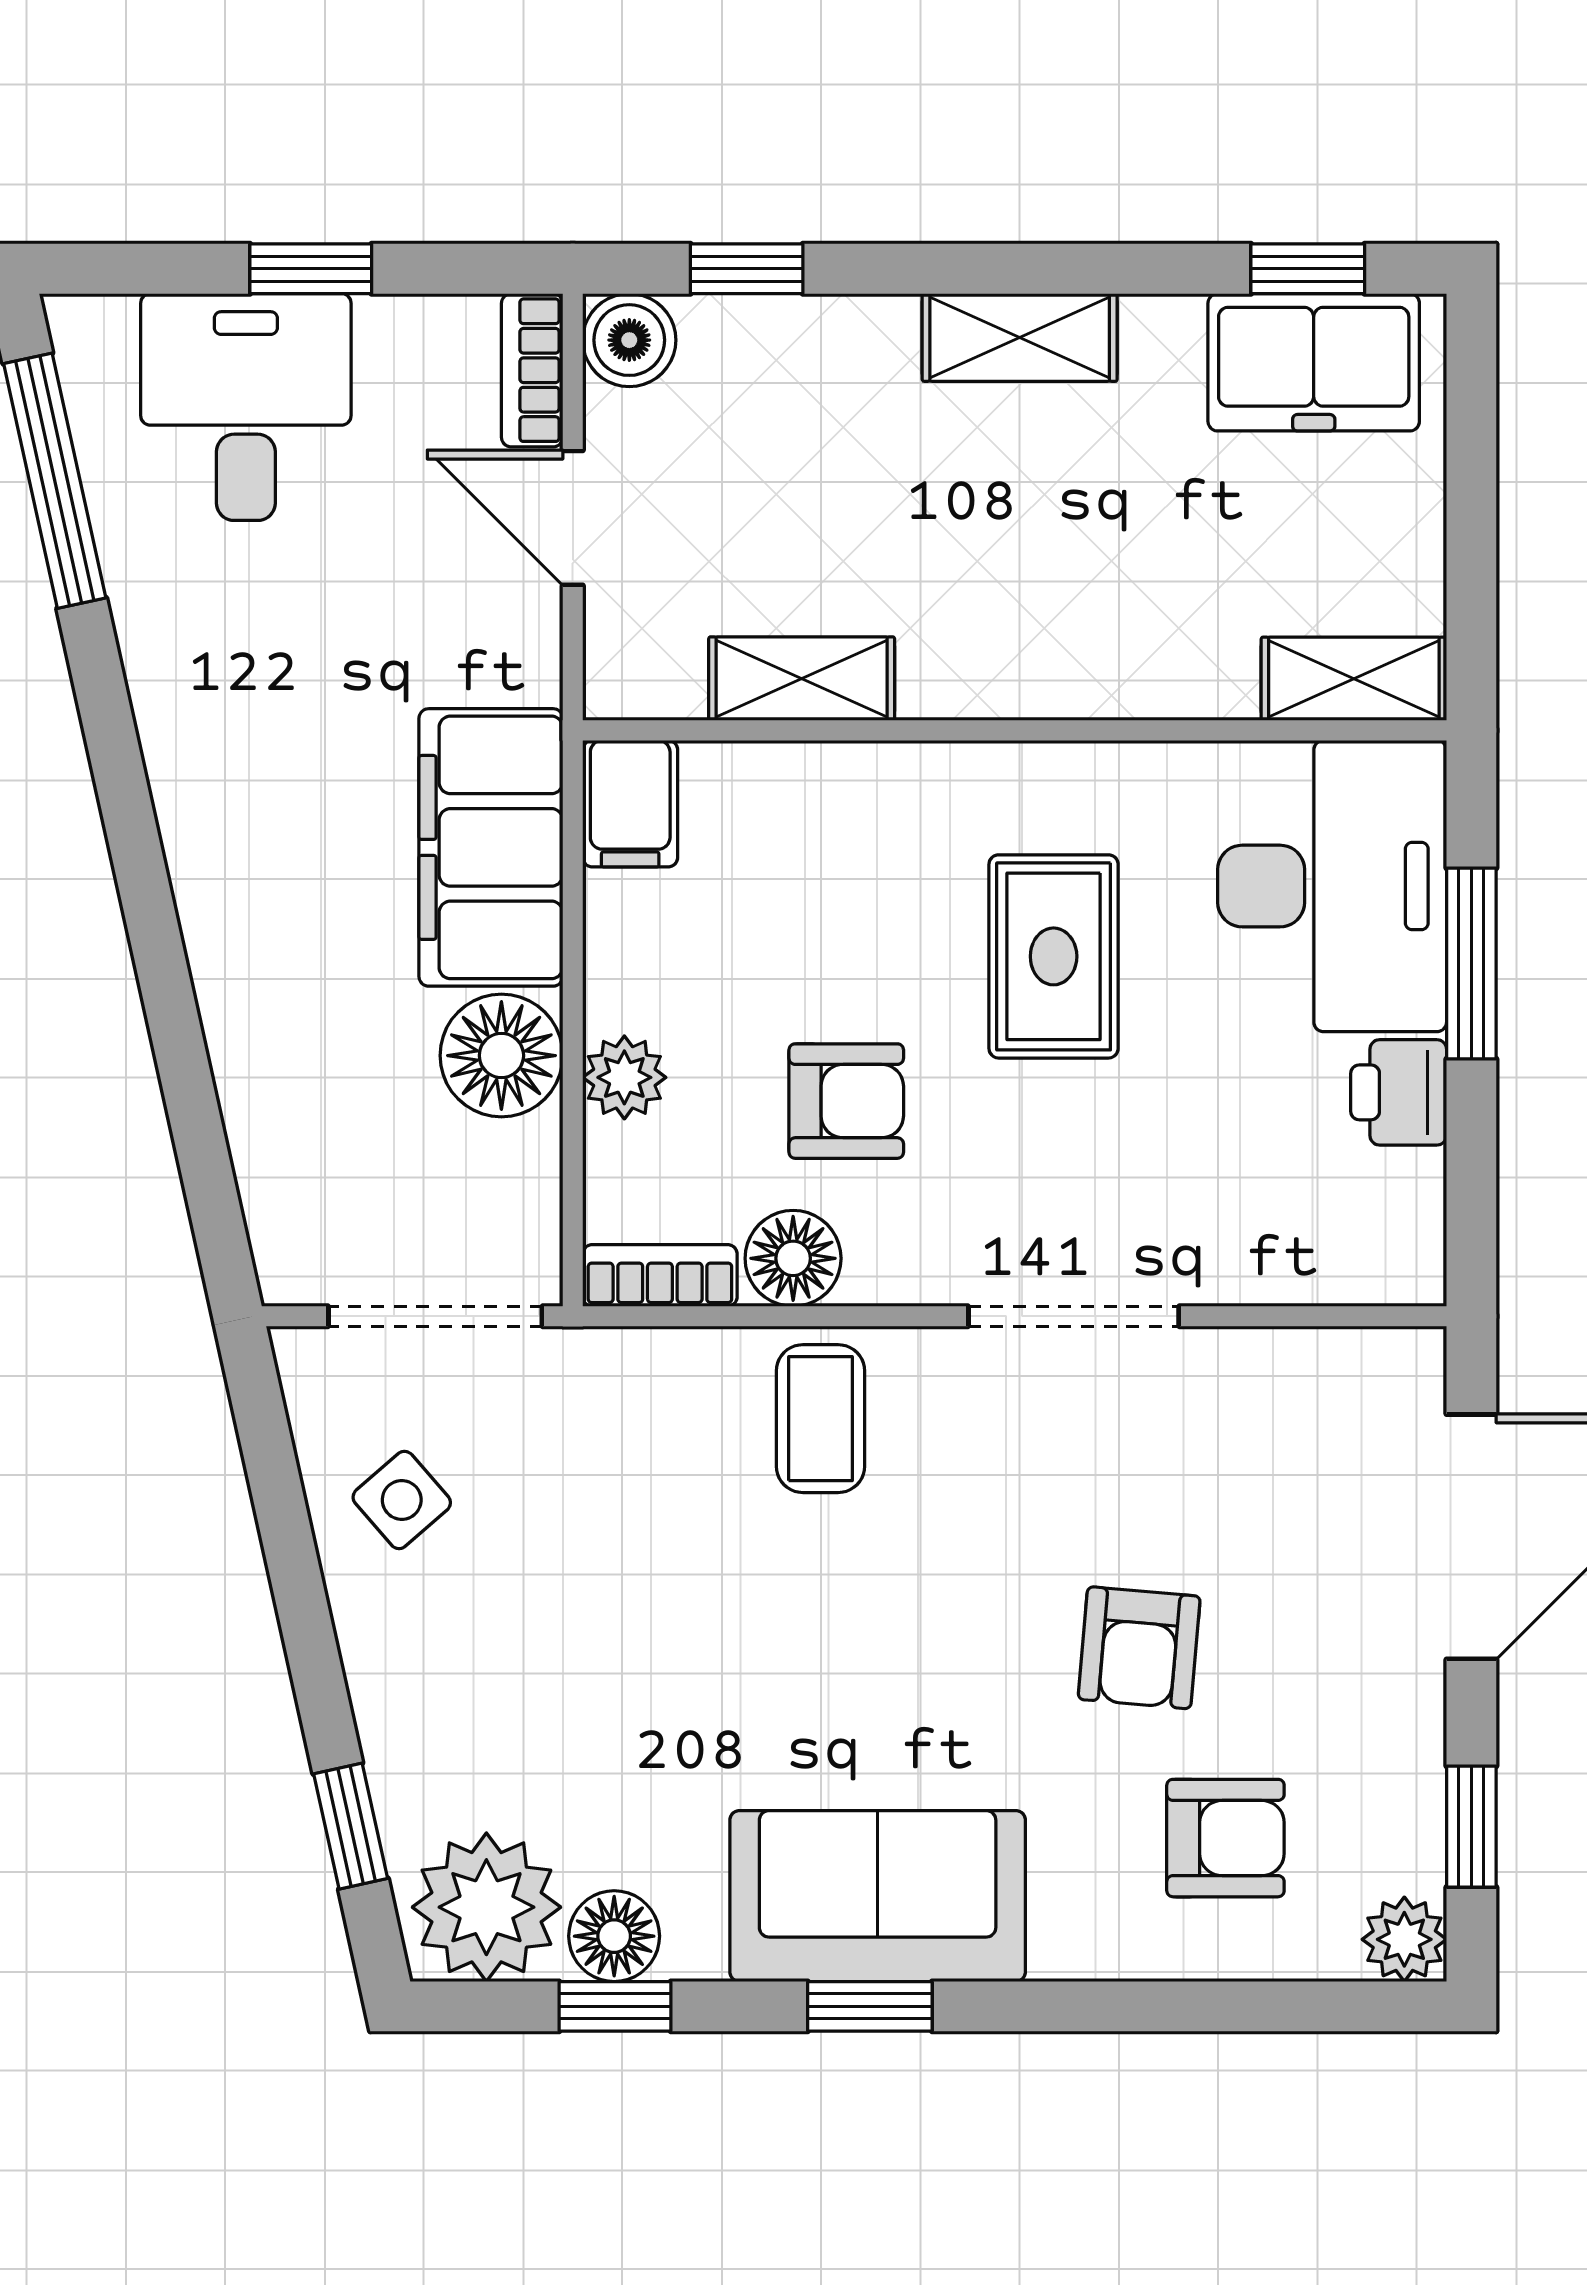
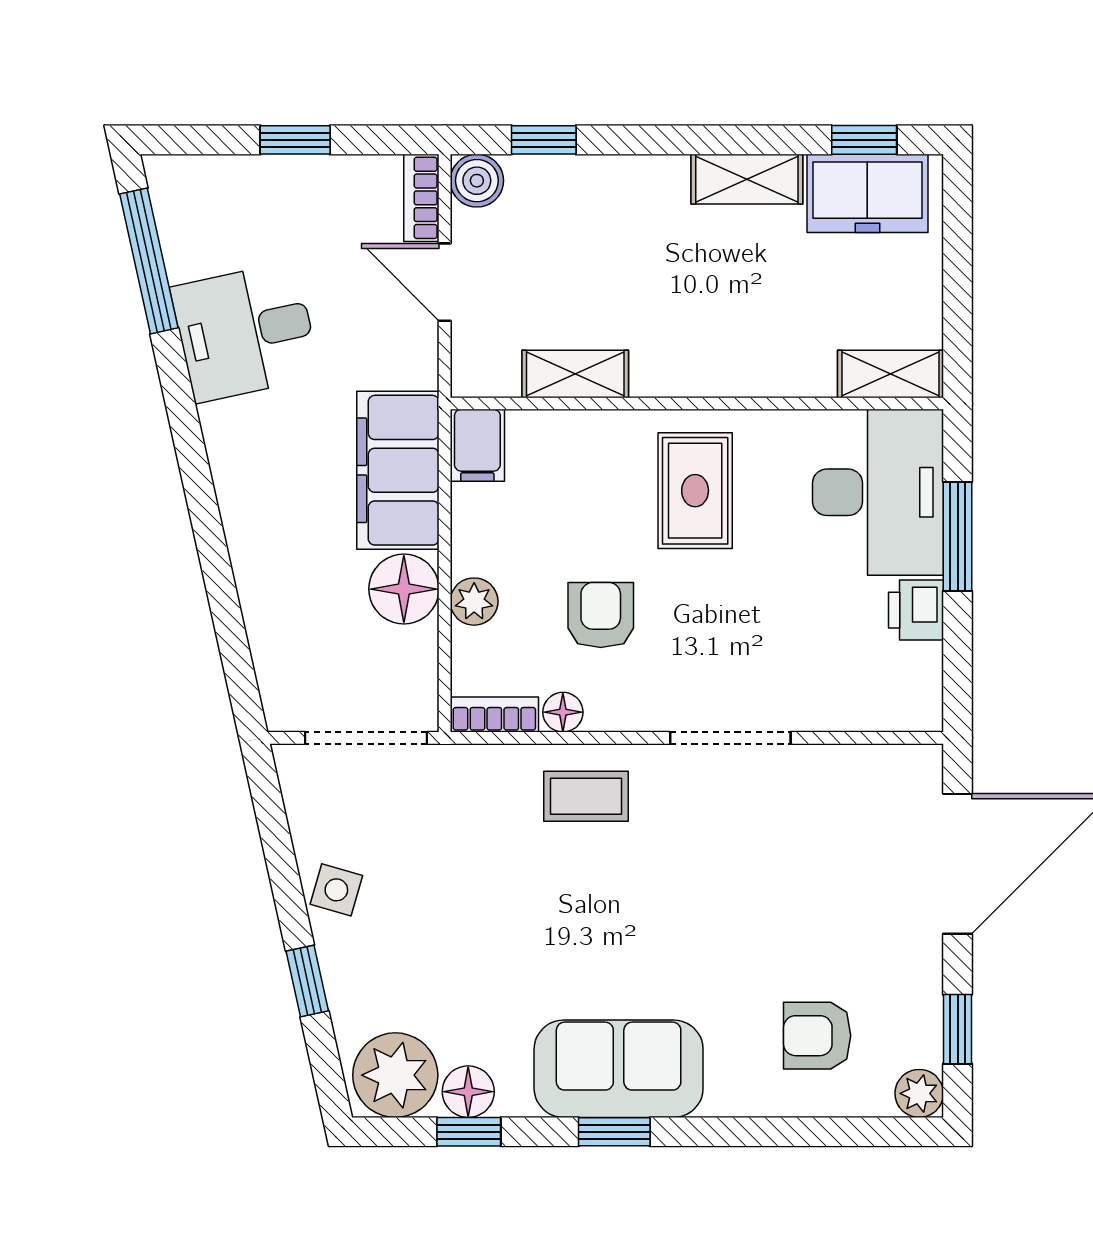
shelving: (1020, 337) -> (747, 179), moved
desk: (246, 407) -> (245, 332), moved, turned -102
rug: (1054, 956) -> (695, 491), moved
armchair: (846, 1101) -> (601, 615), turned -90
floor lamp: (793, 1258) -> (563, 712), width x0.73, depth x0.73
coffee table: (820, 1419) -> (586, 796), turned 90
side table: (402, 1500) -> (336, 890), moved, turned -33
armchair: (1139, 1648) -> (768, 927), removed
window: (351, 1826) -> (307, 981), moved
armchair: (1225, 1838) -> (817, 1036), turned 180

